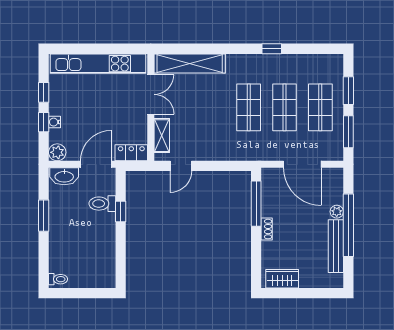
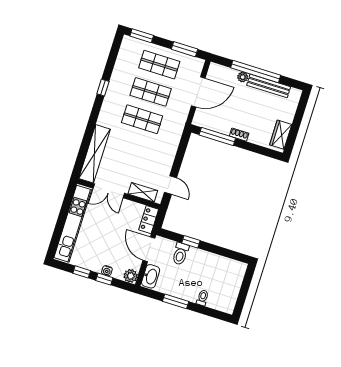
window: (348, 91) -> (142, 36), moved
double door: (151, 94) -> (109, 191), swing flipped
toilet: (58, 279) -> (202, 298), moved

